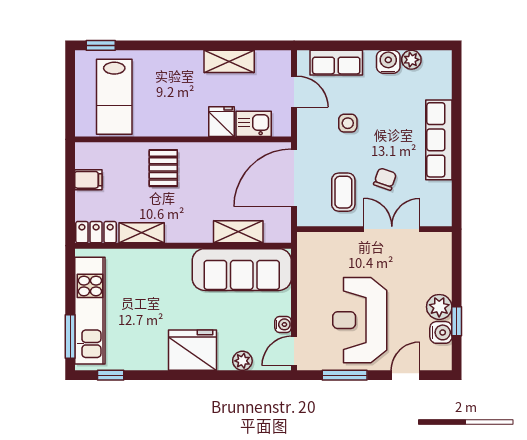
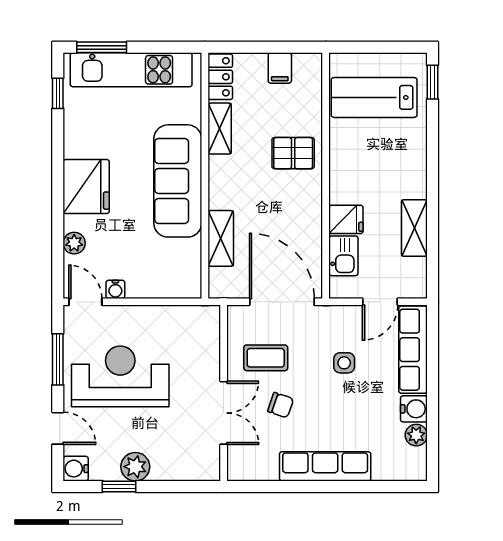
row of seats: (336, 63) -> (413, 350), width x1.48
sofa: (242, 270) -> (178, 181), moved
water cooler: (441, 332) -> (76, 469), moved, turned 90

